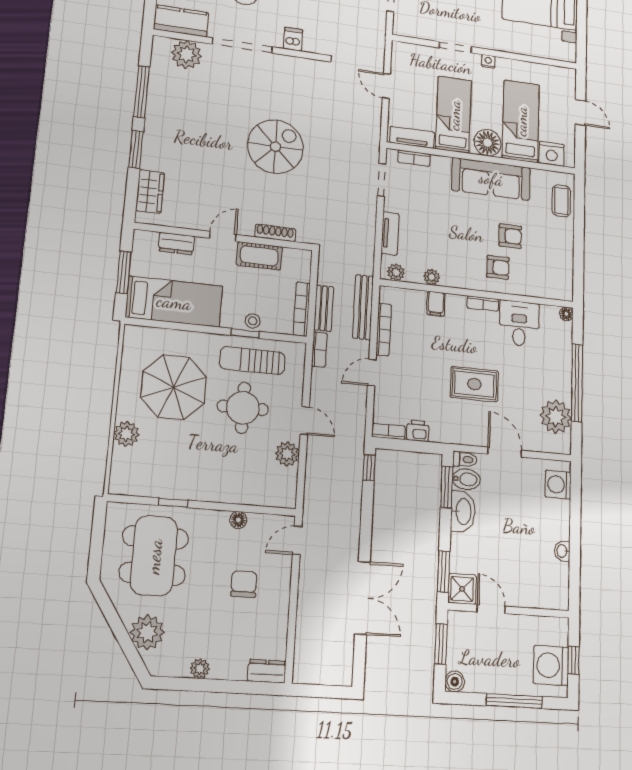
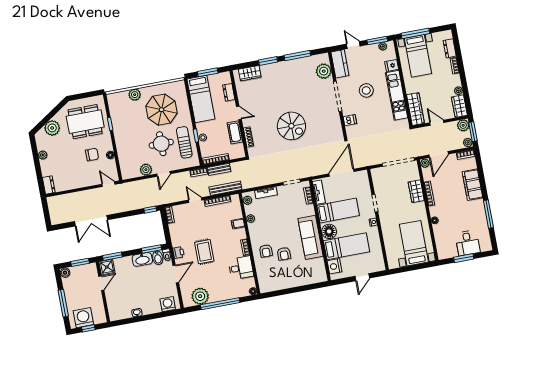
door: (386, 86) -> (342, 173), width x1.88
coffee table: (561, 201) -> (311, 277), removed
printer: (418, 431) -> (178, 252), moved
chair: (244, 584) -> (92, 154), moved

